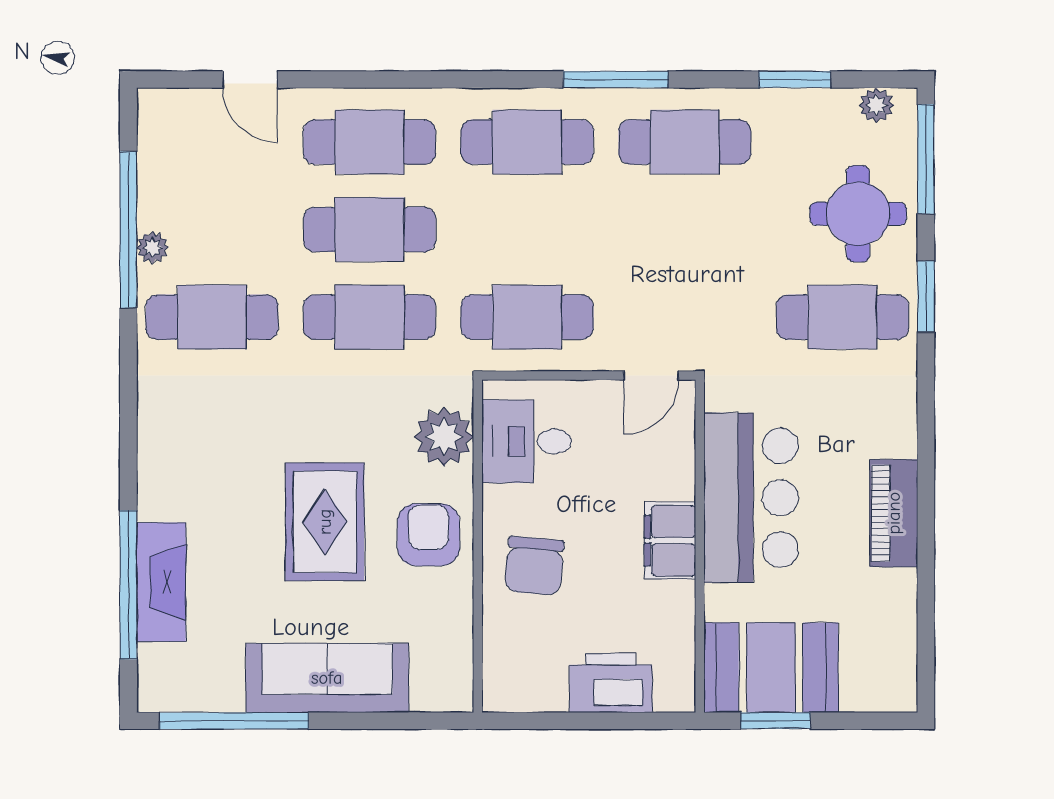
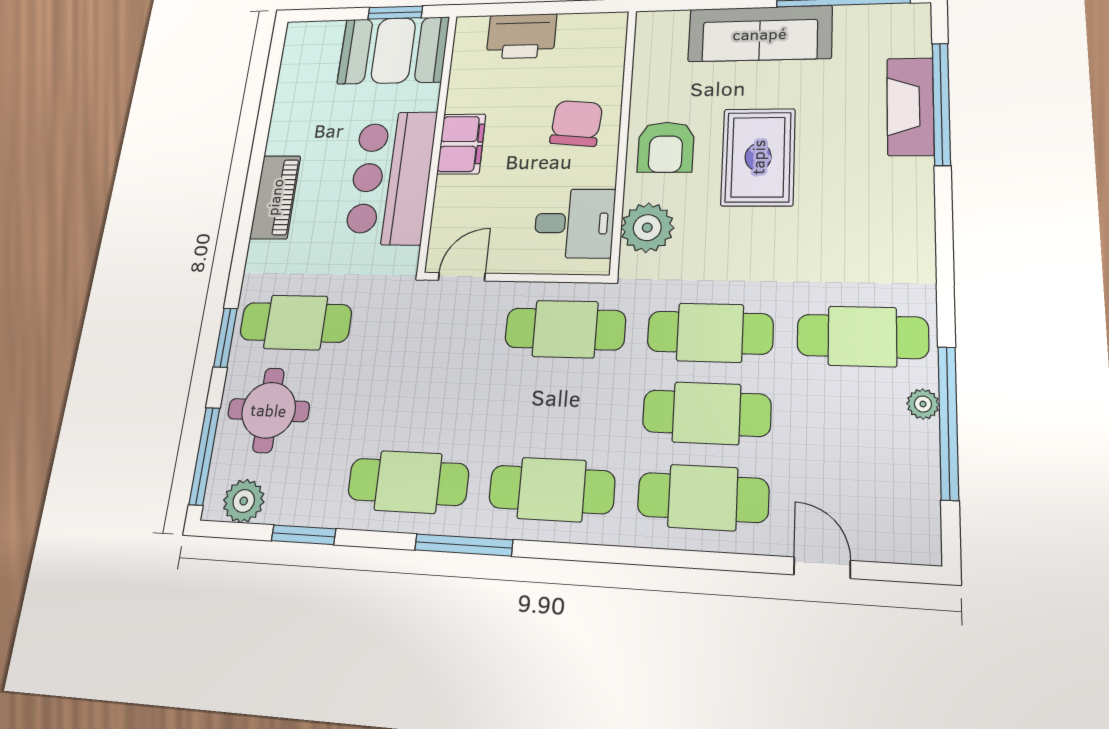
plant: (876, 105) -> (244, 501), width x1.38, depth x1.38
piano: (894, 513) -> (275, 197), moved

